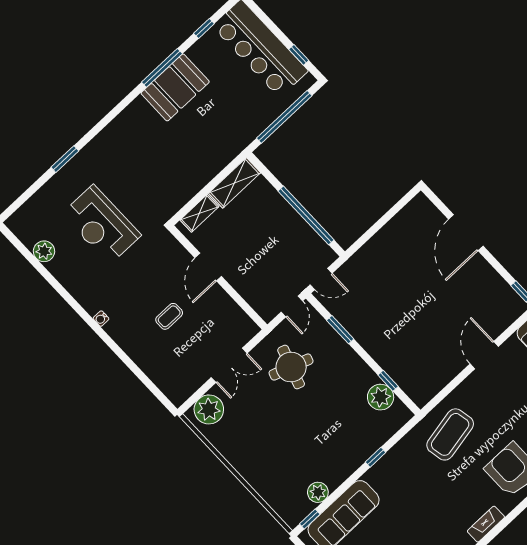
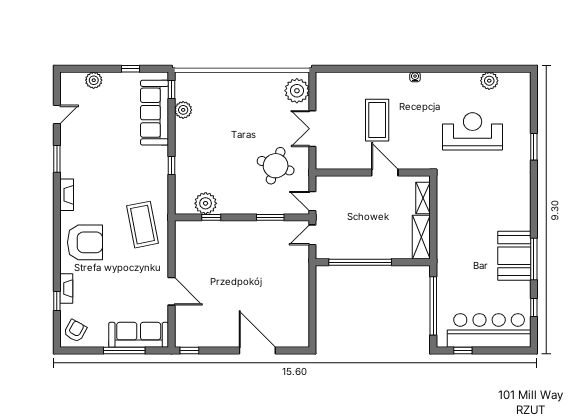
coffee table: (169, 316) -> (377, 120), width x1.86, depth x1.72

